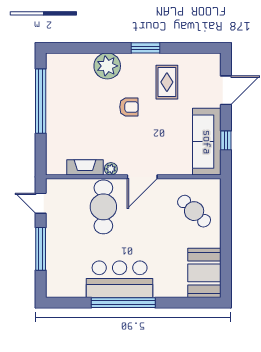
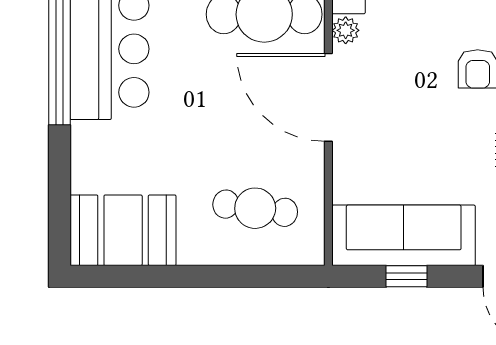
door: (142, 177) -> (328, 97), width x1.36
cafe table: (194, 211) -> (255, 208), turned 54

